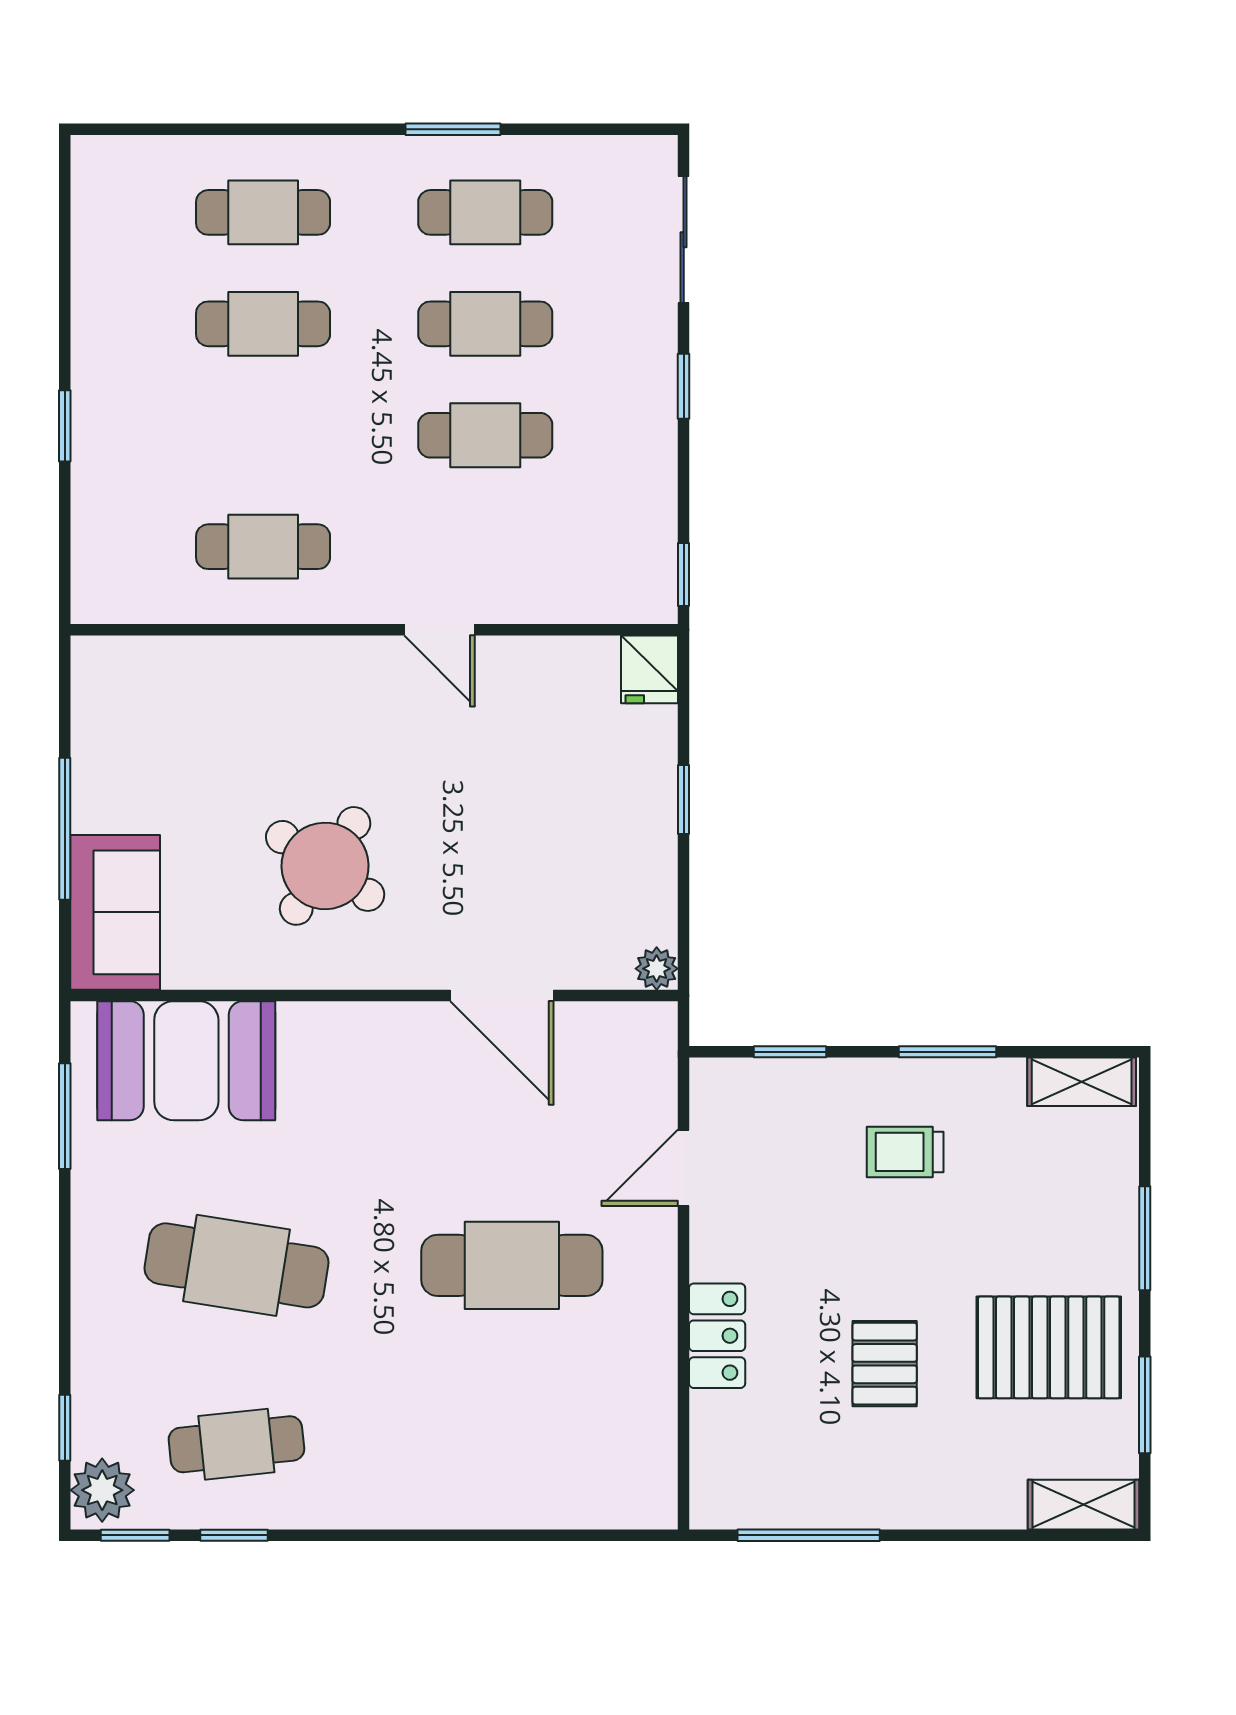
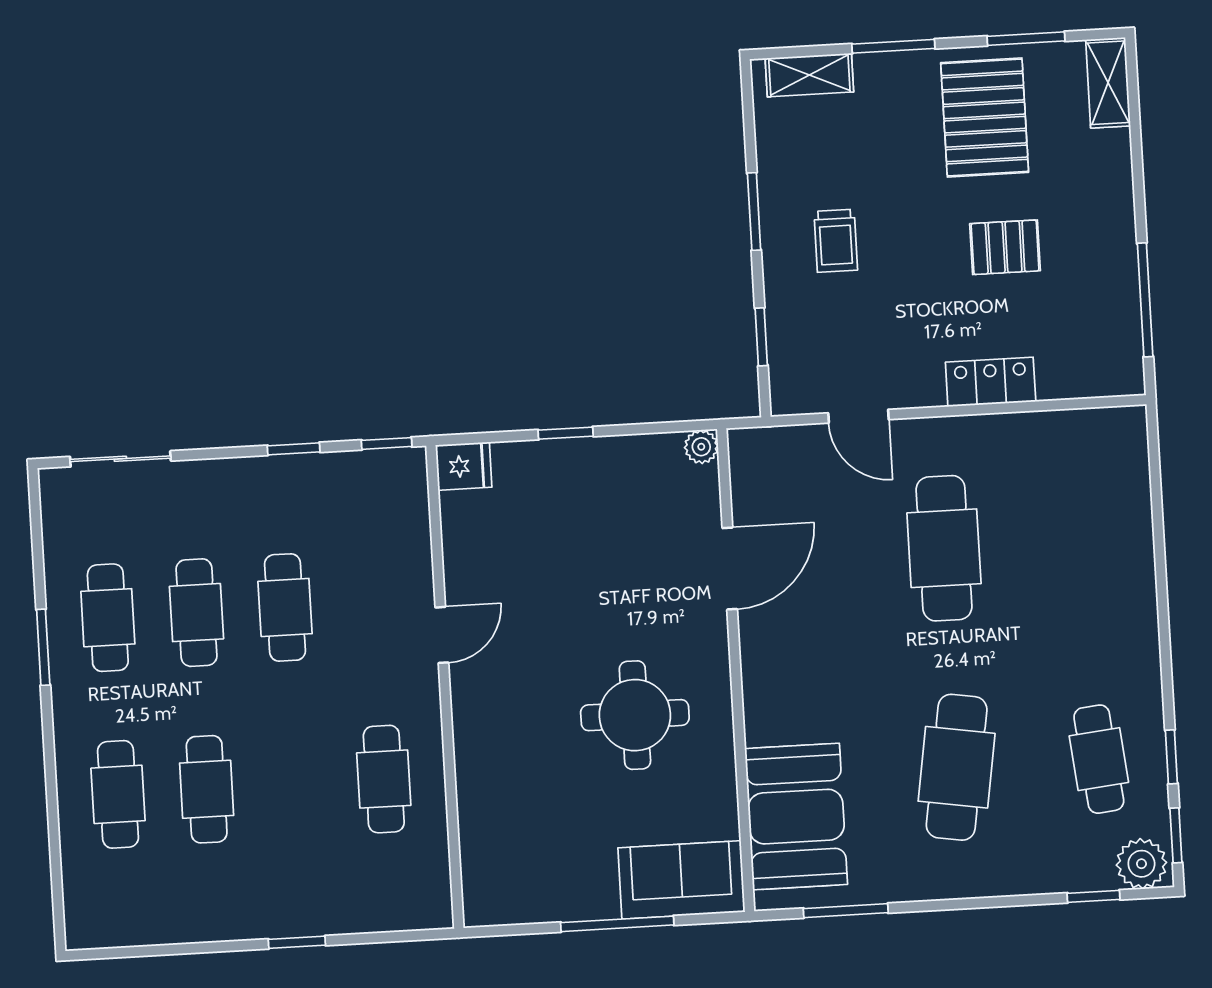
window: (684, 386) -> (294, 449), moved
round table: (325, 866) -> (635, 715), turned -34
shelving: (1082, 1082) -> (809, 75), moved, turned 90

